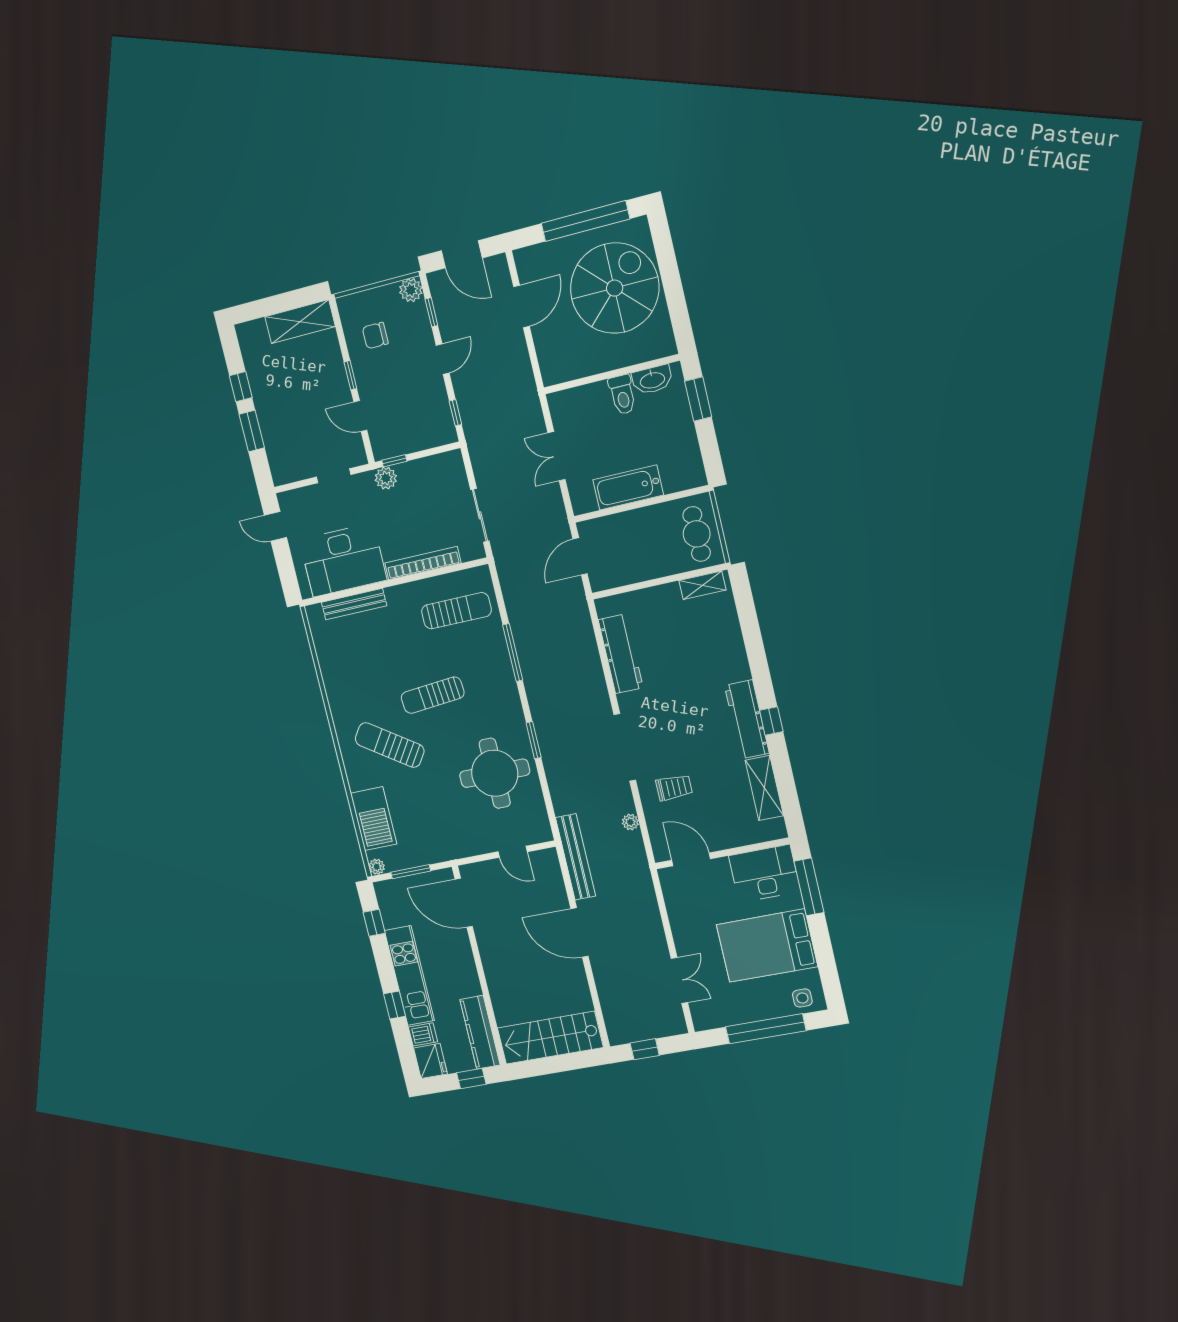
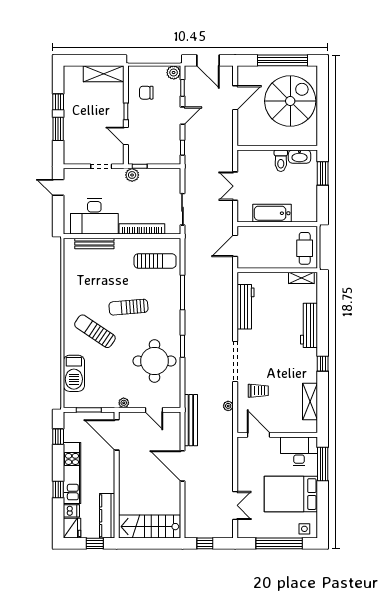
workbench: (747, 719) -> (309, 325), moved
plant: (377, 867) -> (124, 403), moved

